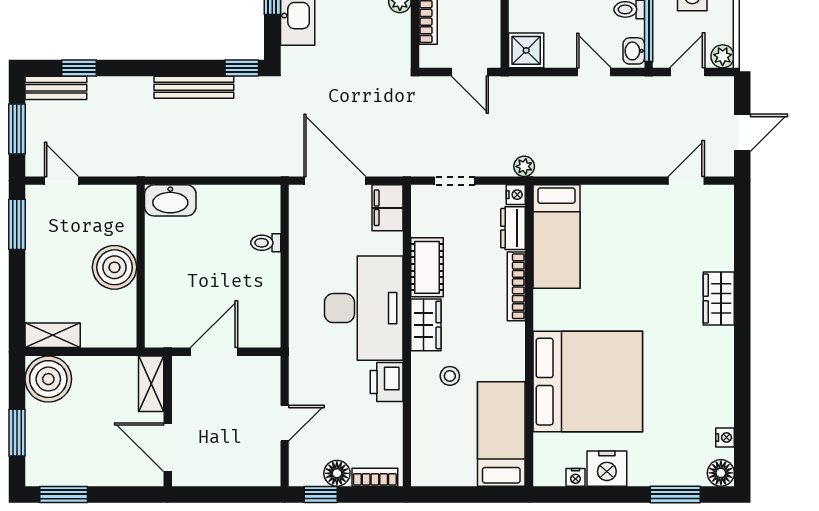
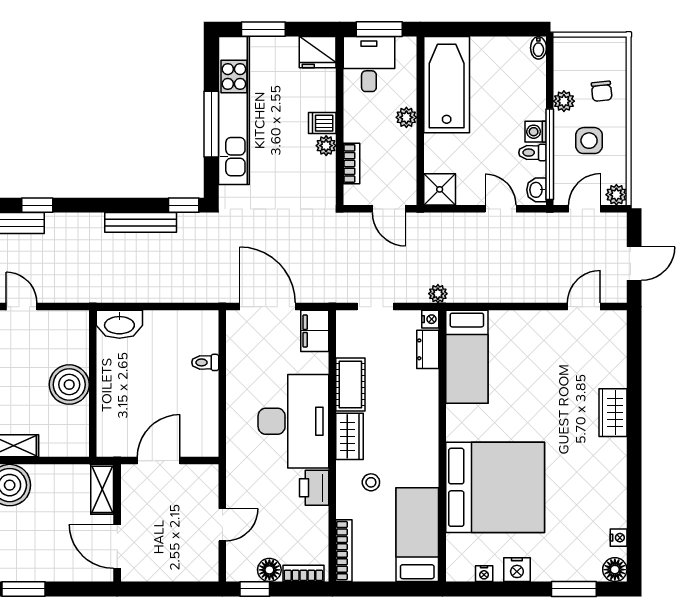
bookcase: (516, 286) -> (344, 551), moved, turned 180
nightstand: (607, 469) -> (517, 570), width x0.74, depth x0.75

